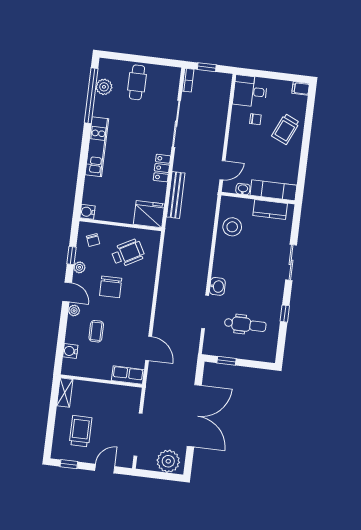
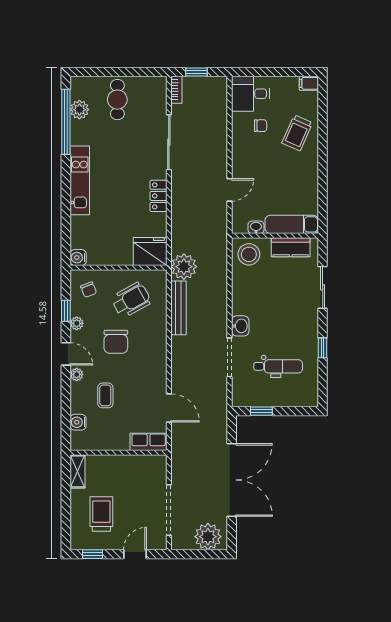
washbasin: (243, 189) -> (256, 227), moved
exam couch: (273, 190) -> (292, 224), moved
bench: (176, 195) -> (179, 308), moved
wall: (258, 198) -> (275, 236), moved
kitchen counter: (270, 210) -> (291, 247), moved
plant: (176, 230) -> (184, 267), added

